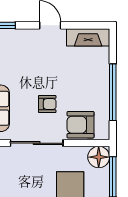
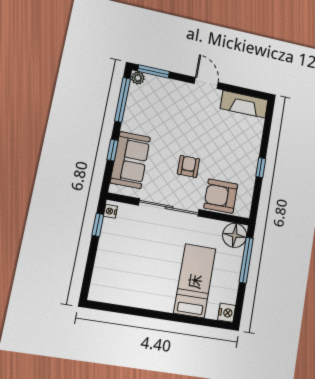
window: (113, 92) -> (261, 168), width x0.32
armchair: (47, 104) -> (188, 166), turned -90

